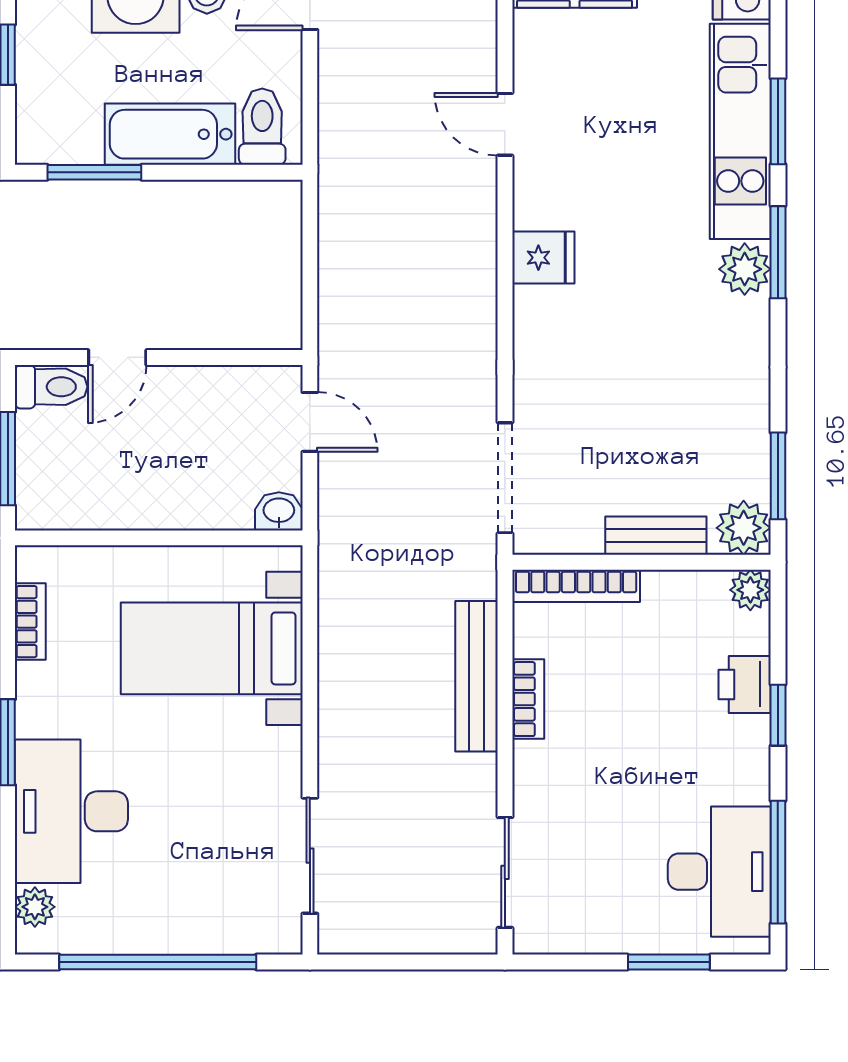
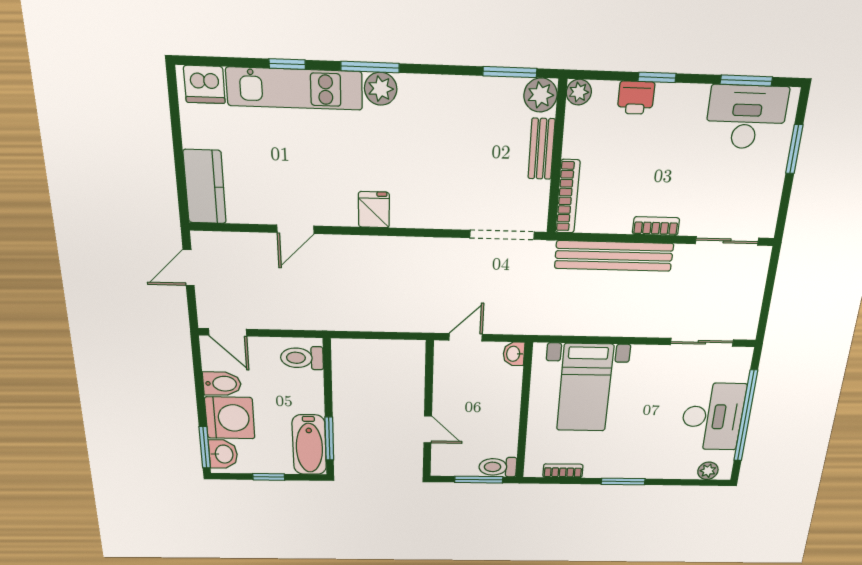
window: (778, 121) -> (287, 64), width x0.67
bathtub: (170, 134) -> (309, 445), moved
toilet: (51, 387) -> (498, 467), moved, turned -90
bench: (477, 676) -> (614, 256), width x1.37, depth x1.21
bookcase: (528, 699) -> (656, 226), moved
desk: (71, 811) -> (713, 417), moved, turned -90
window: (778, 862) -> (746, 81), width x0.69

